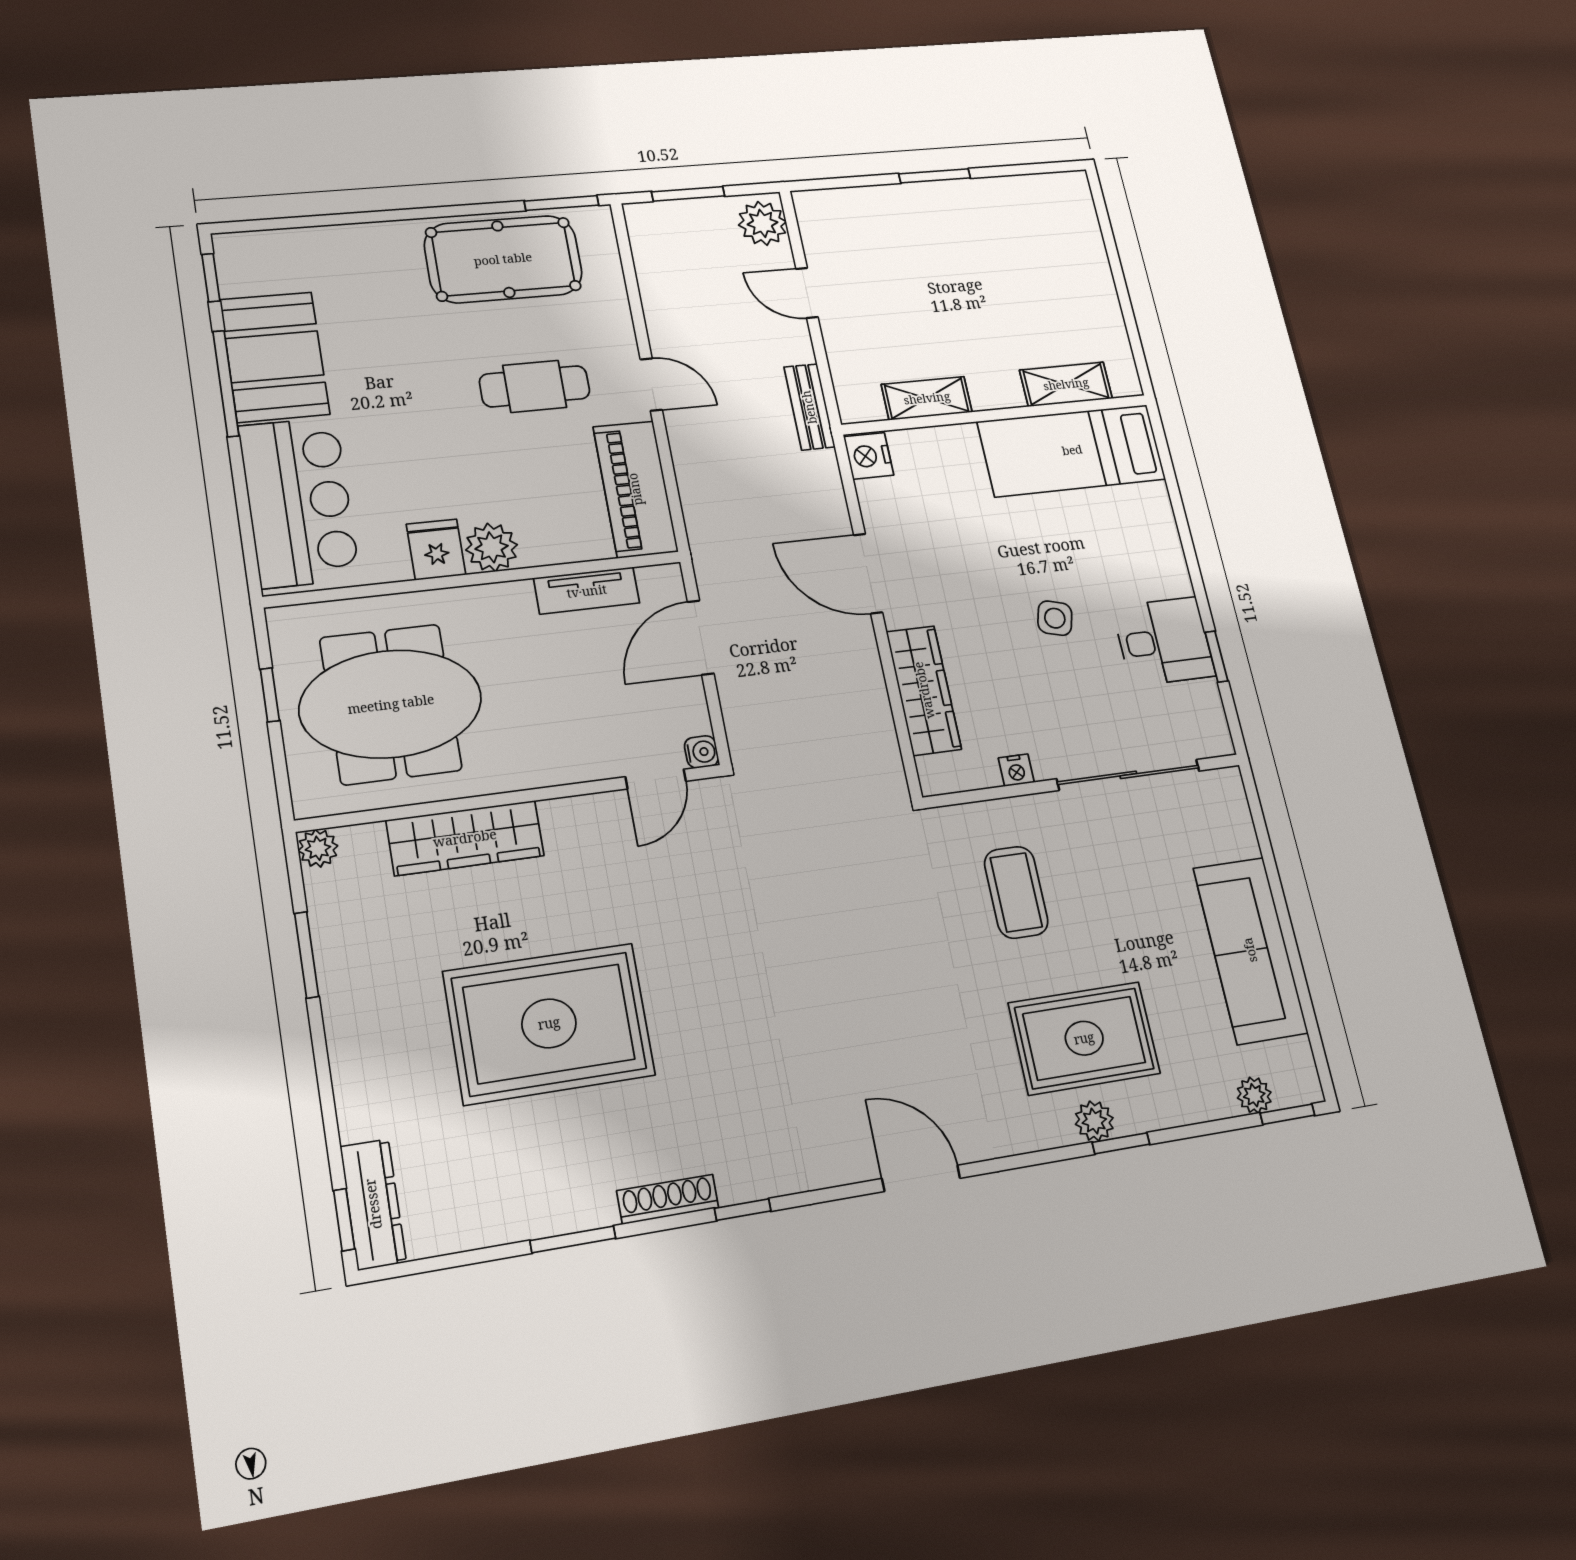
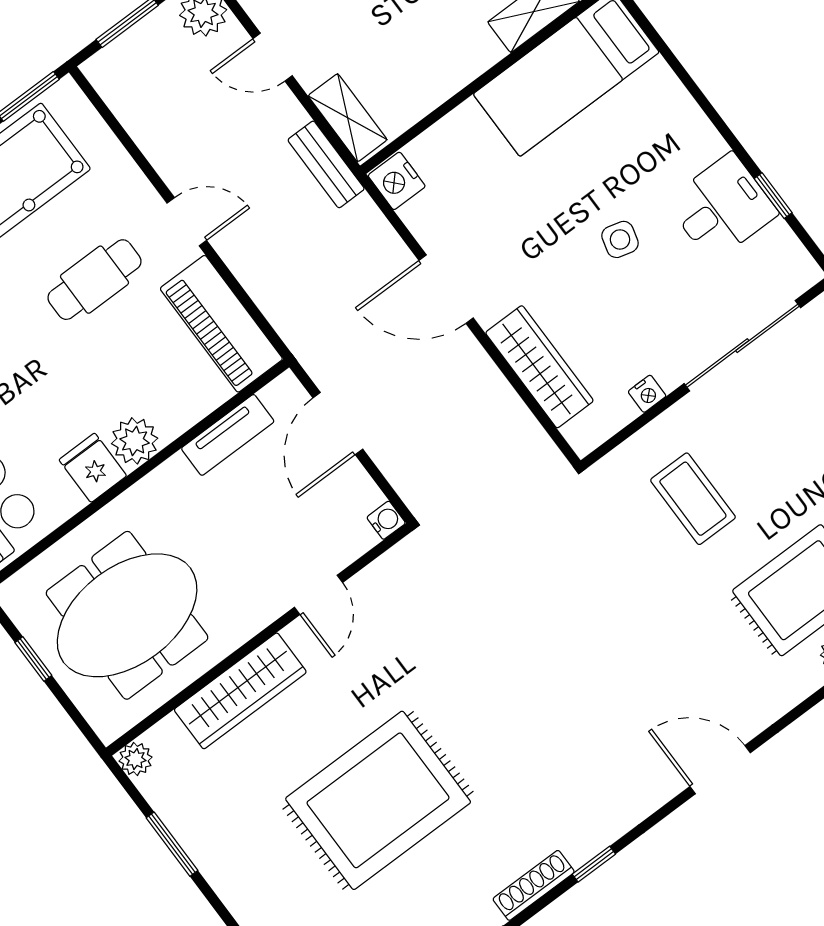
shelving: (927, 398) -> (348, 118), moved, turned 90
door: (656, 779) -> (319, 595), moved

